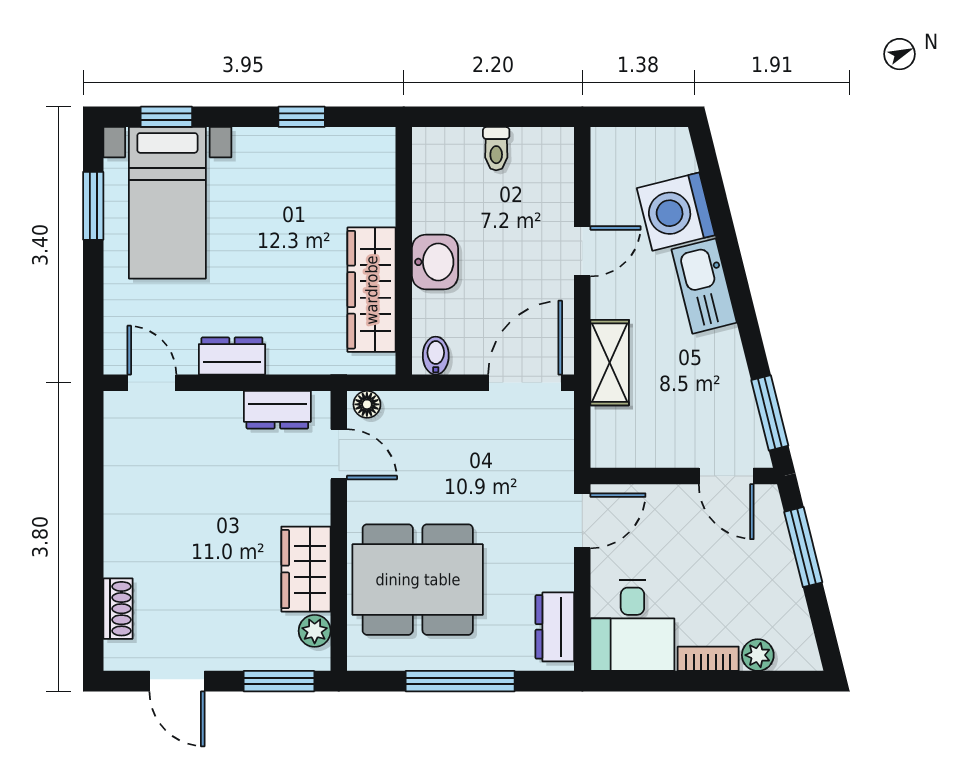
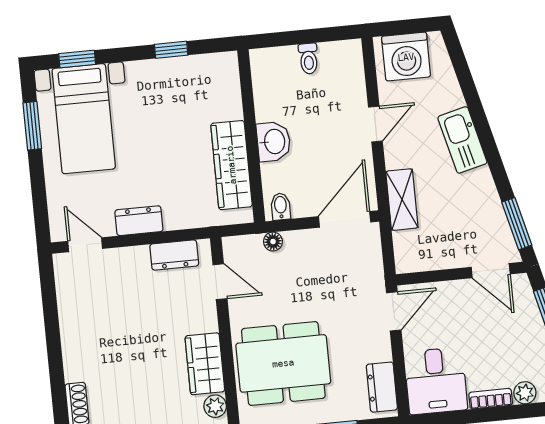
washing machine: (676, 212) -> (406, 57), moved, turned -76
floor lamp: (367, 404) -> (273, 242), moved

